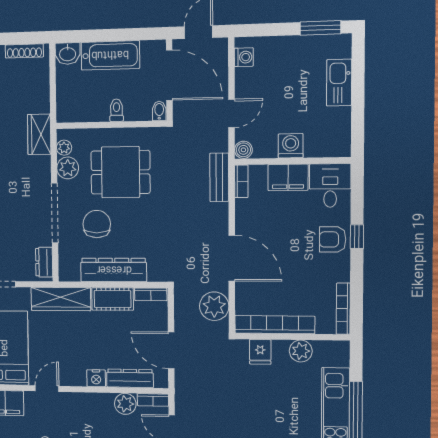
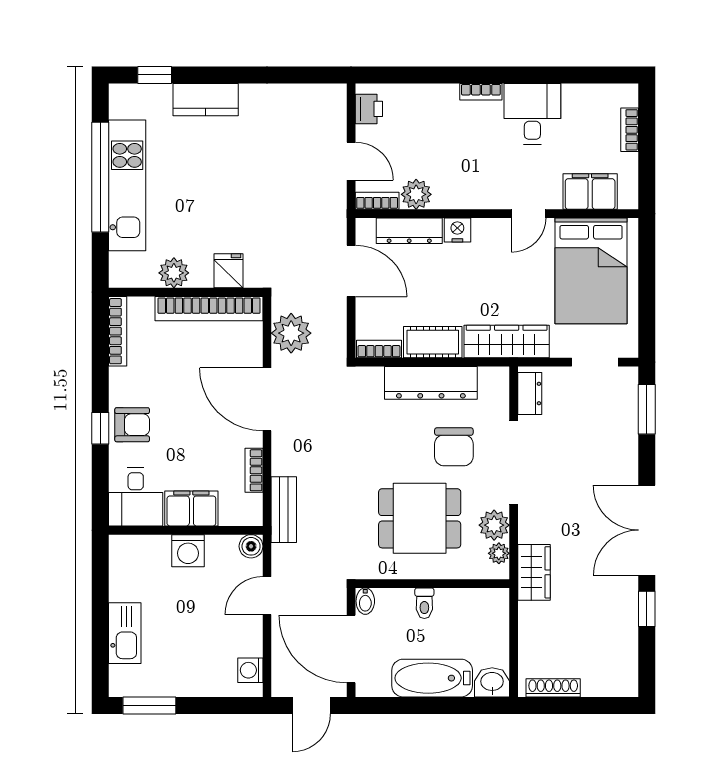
bookcase: (241, 181) -> (254, 470), moved

